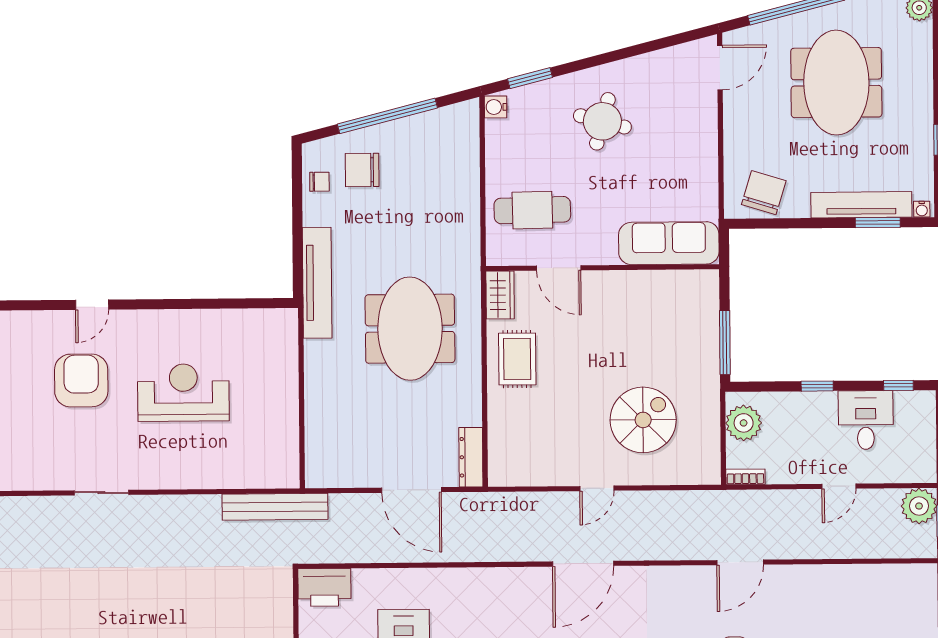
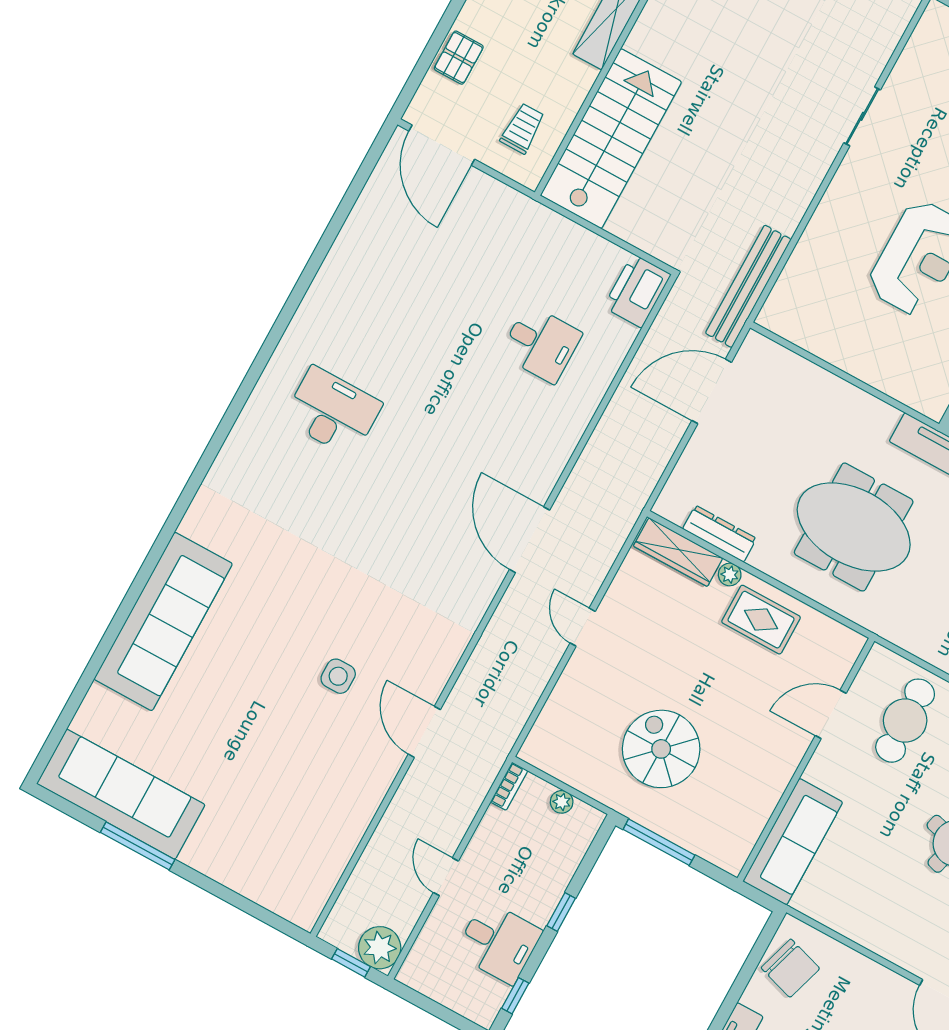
wardrobe: (500, 295) -> (678, 552), moved, width x1.50
plant: (497, 401) -> (730, 575), added
spiral stairs: (643, 420) -> (661, 749), moved, turned 180
plant: (744, 423) -> (562, 802), width x0.53, depth x0.53
dresser: (471, 457) -> (719, 534), moved
door: (412, 490) -> (712, 391), moved
door: (583, 564) -> (530, 540), moved

